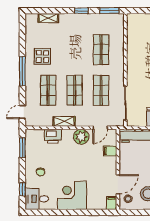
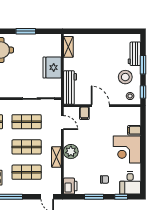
printer: (53, 136) -> (70, 186), moved
plant: (81, 137) -> (71, 152), moved
window: (22, 148) -> (94, 197), moved
door: (118, 184) -> (100, 106), moved
filing cabinet: (112, 203) -> (134, 130), moved
window: (132, 212) -> (143, 92), added

